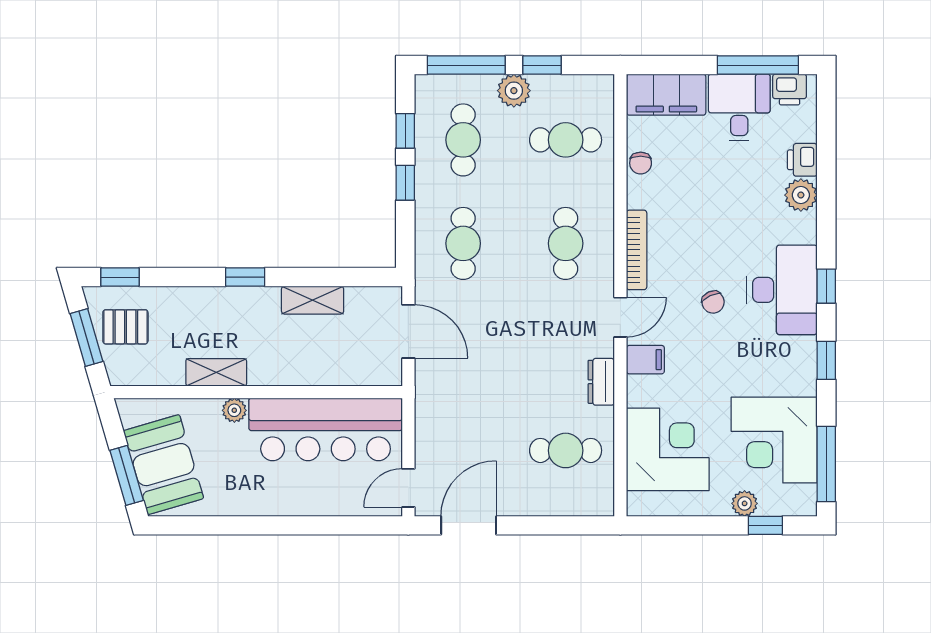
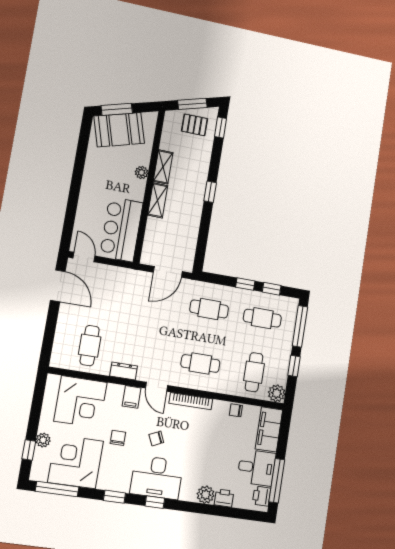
plant: (514, 91) -> (277, 393), moved
shelving: (313, 300) -> (158, 200), moved
pallet: (125, 327) -> (195, 125), turned 90
chair: (722, 372) -> (118, 438), added
bar counter: (326, 429) -> (121, 229), width x0.73

